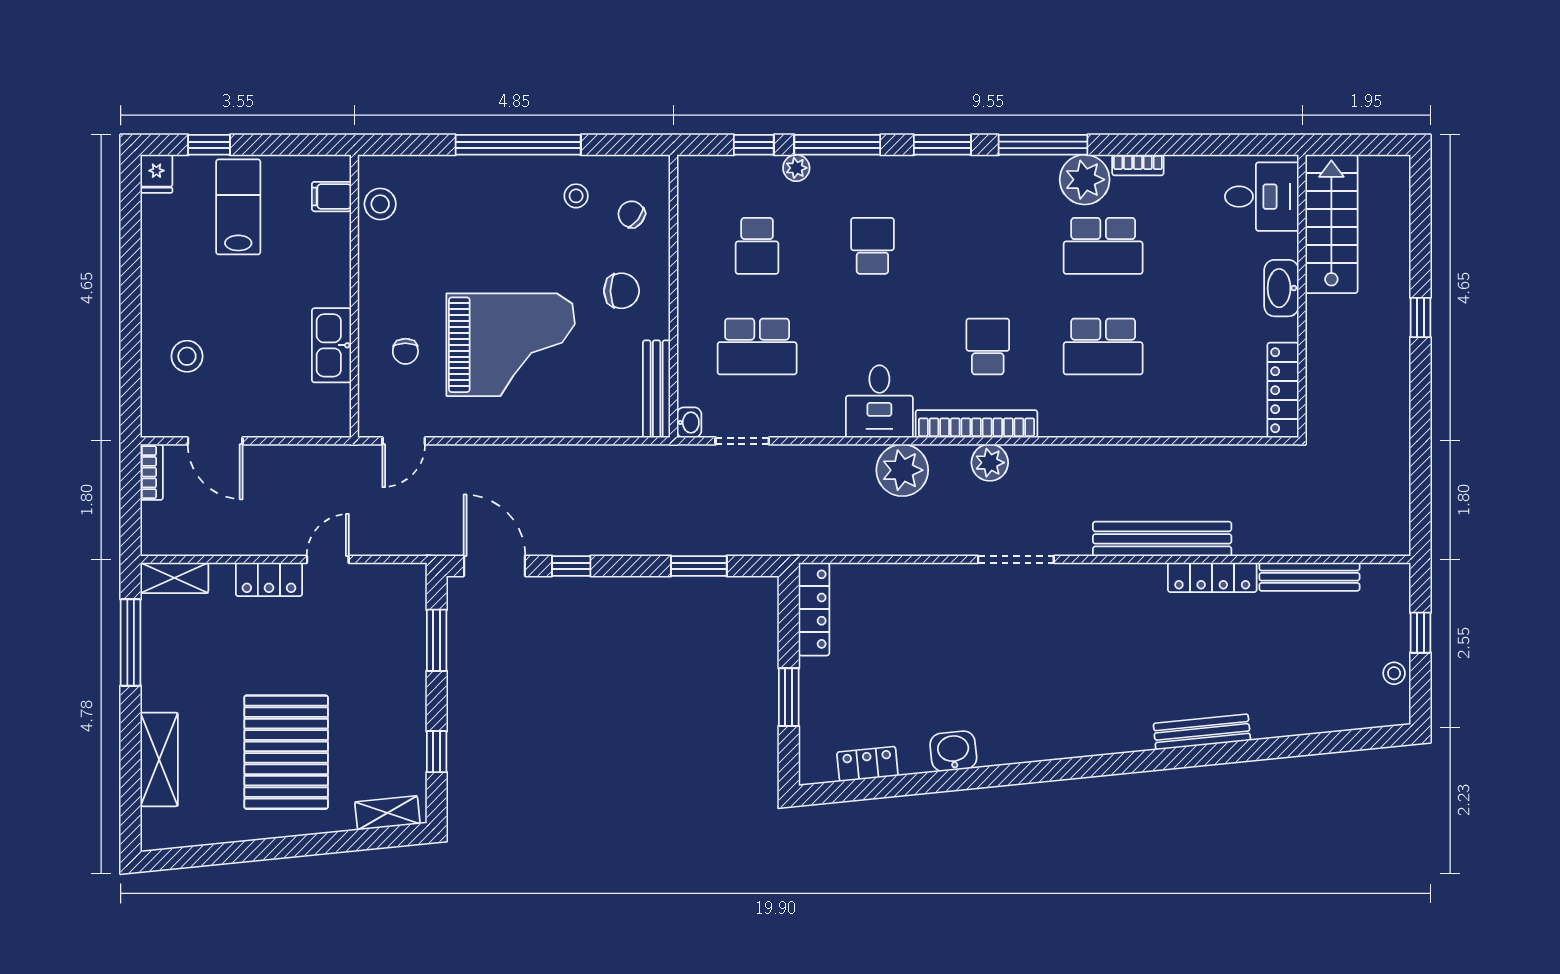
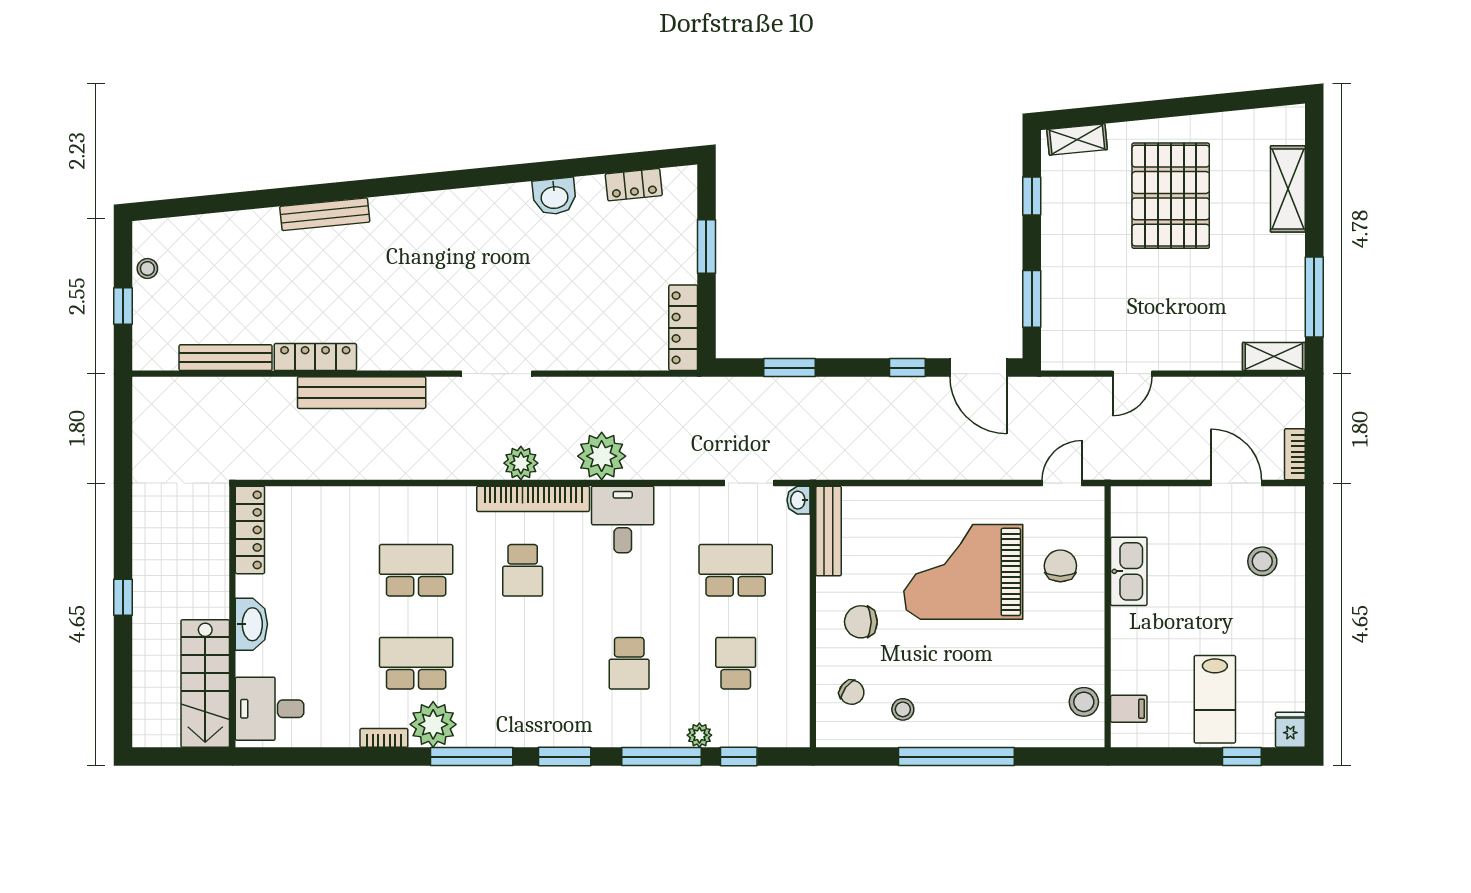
chair: (405, 351) -> (1060, 566), width x1.37, depth x1.37
locker: (269, 579) -> (1187, 355), removed

